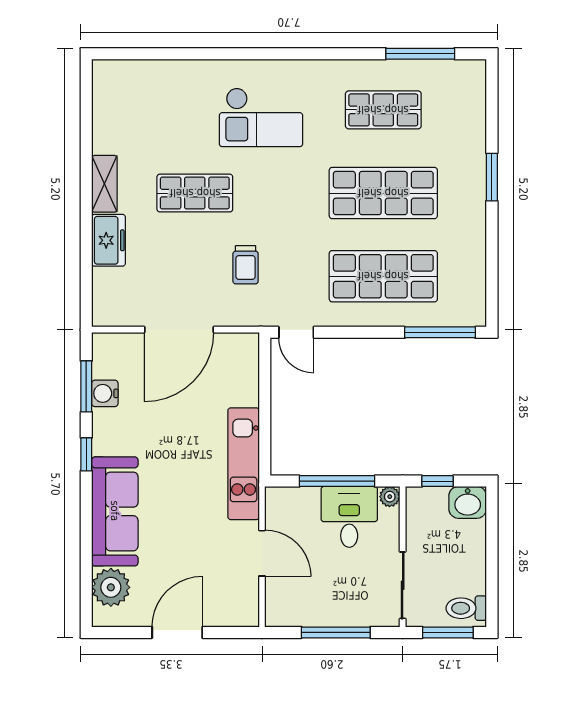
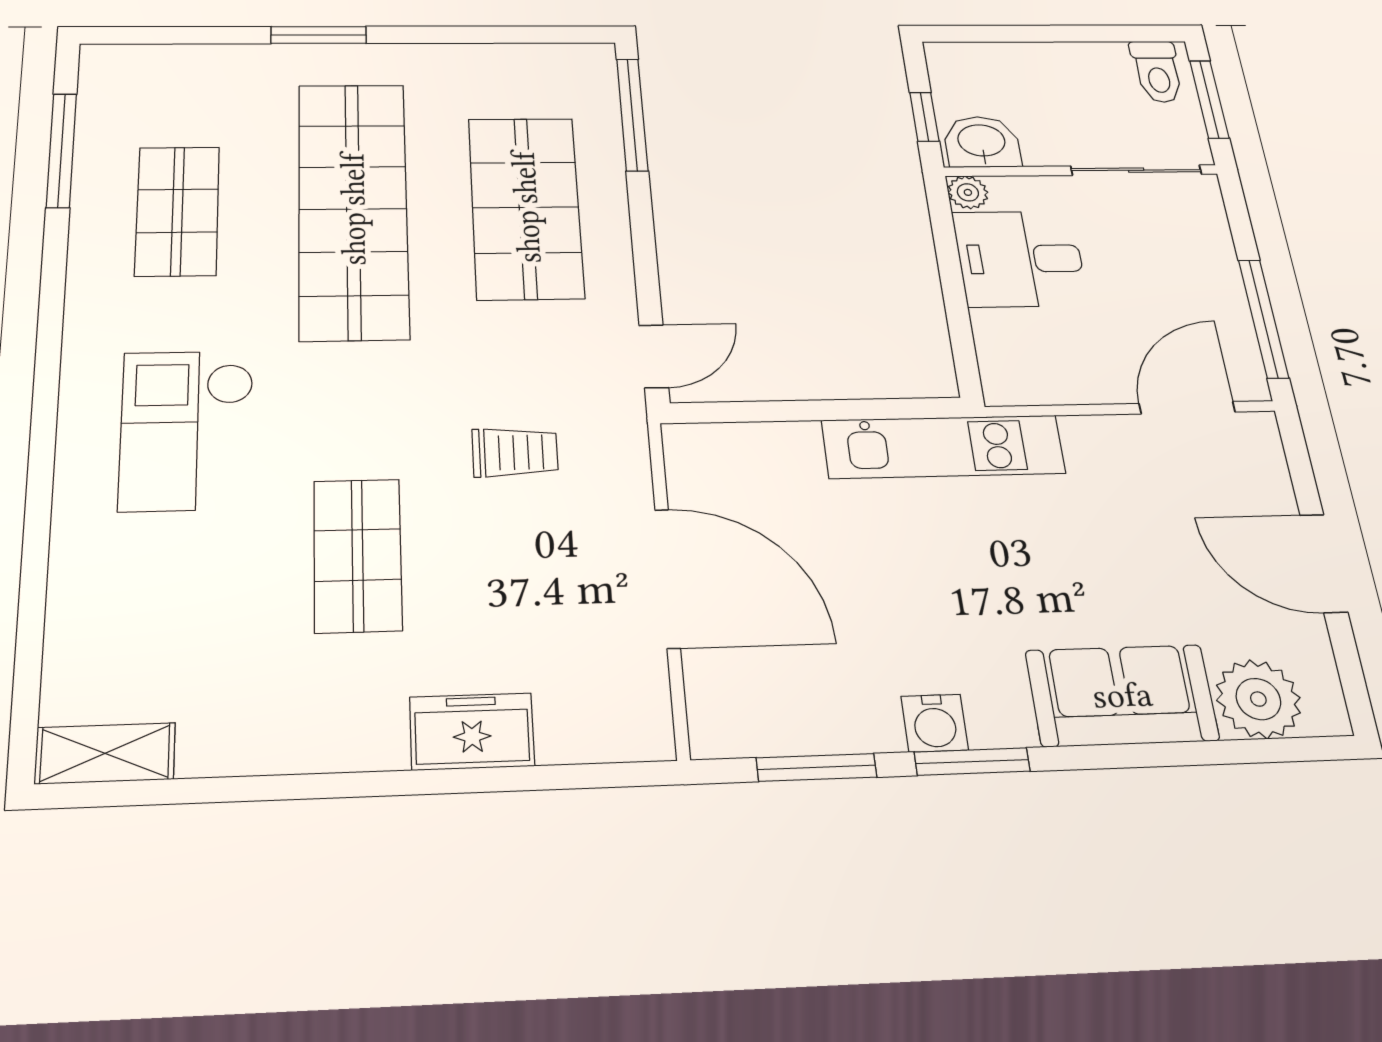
checkout: (261, 117) -> (187, 430), turned 180
shelving: (104, 184) -> (105, 753), moved
shop shelf: (383, 193) -> (353, 209), width x1.40
water cooler: (105, 393) -> (935, 723), moved
window: (86, 454) -> (972, 762), width x1.50
window: (337, 481) -> (952, 280), removed
washbasin: (468, 502) -> (982, 142), moved, turned -90
sofa: (115, 511) -> (1122, 695), width x0.73
door: (262, 553) -> (1187, 408), moved
window: (336, 632) -> (1263, 319), moved

